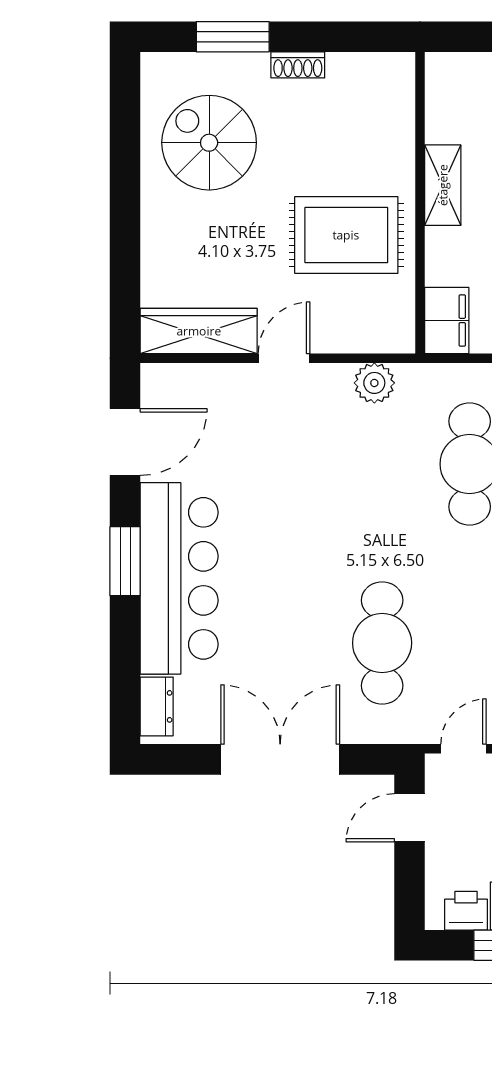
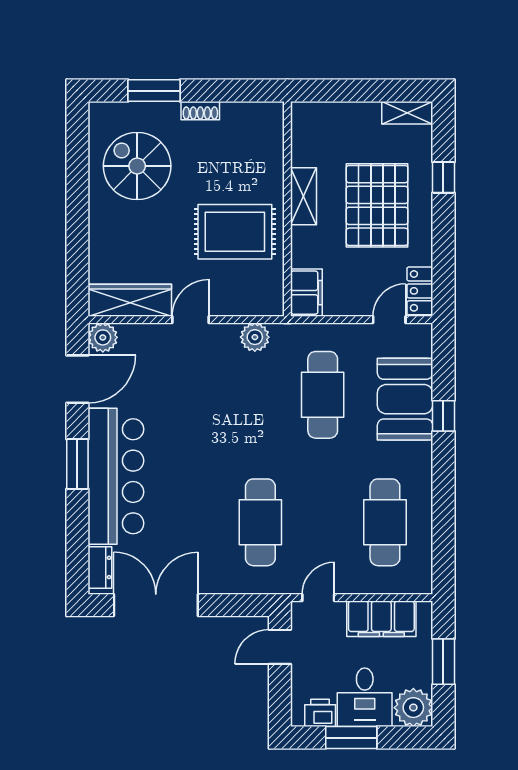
plant: (161, 383) -> (103, 337), added
double door: (280, 759) -> (156, 605), moved

